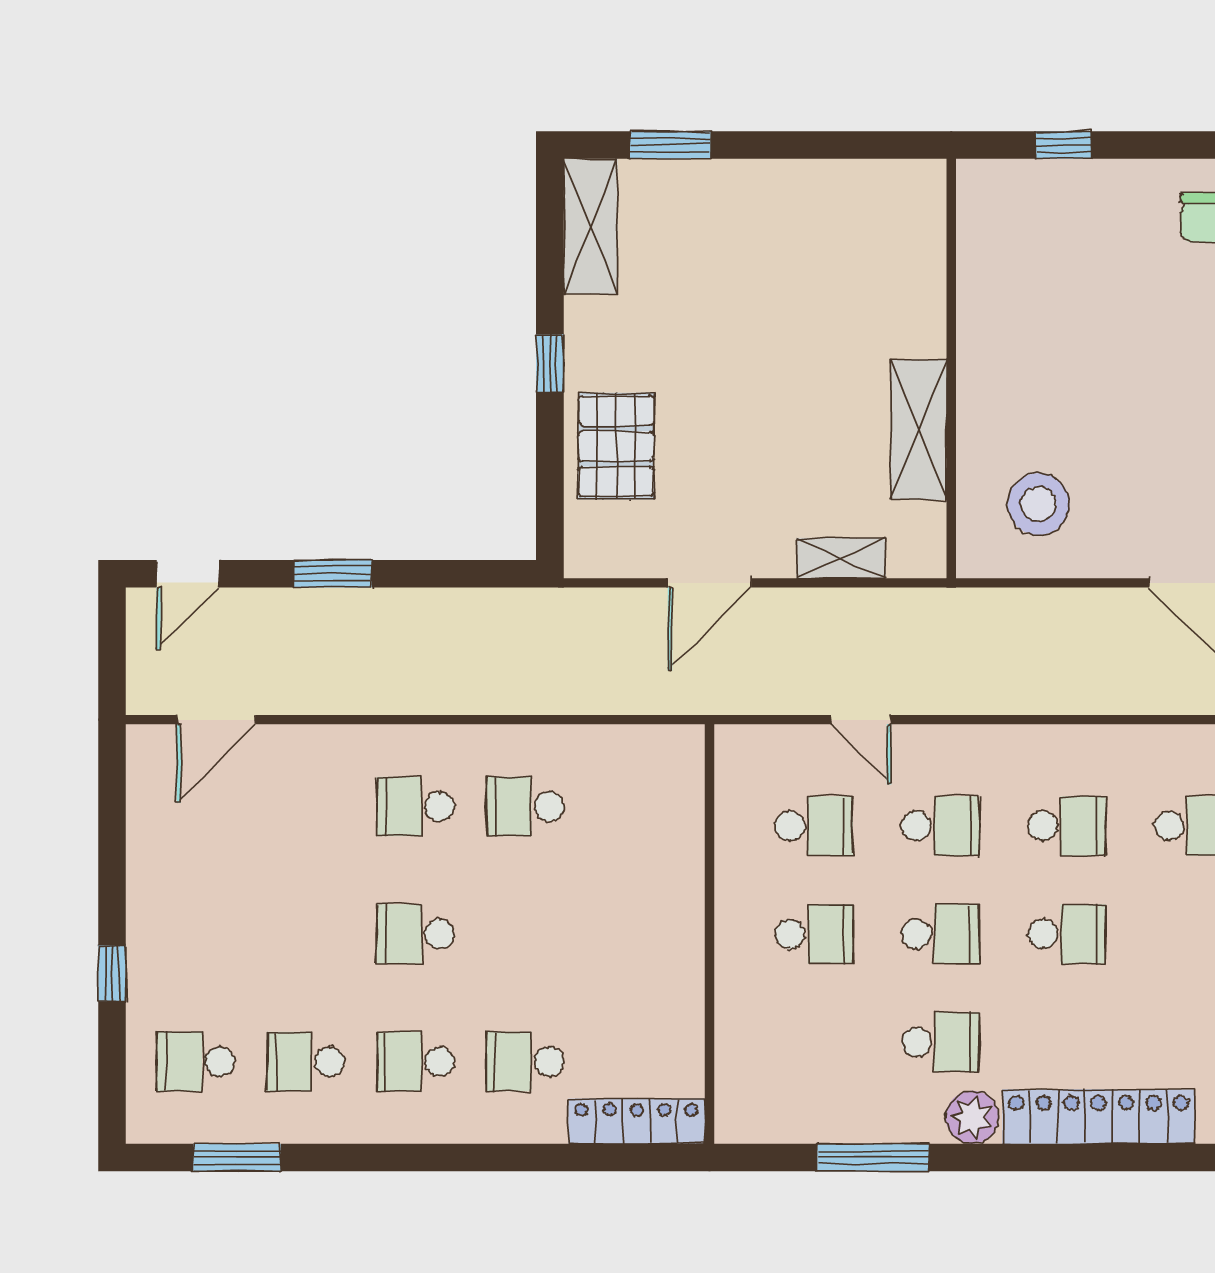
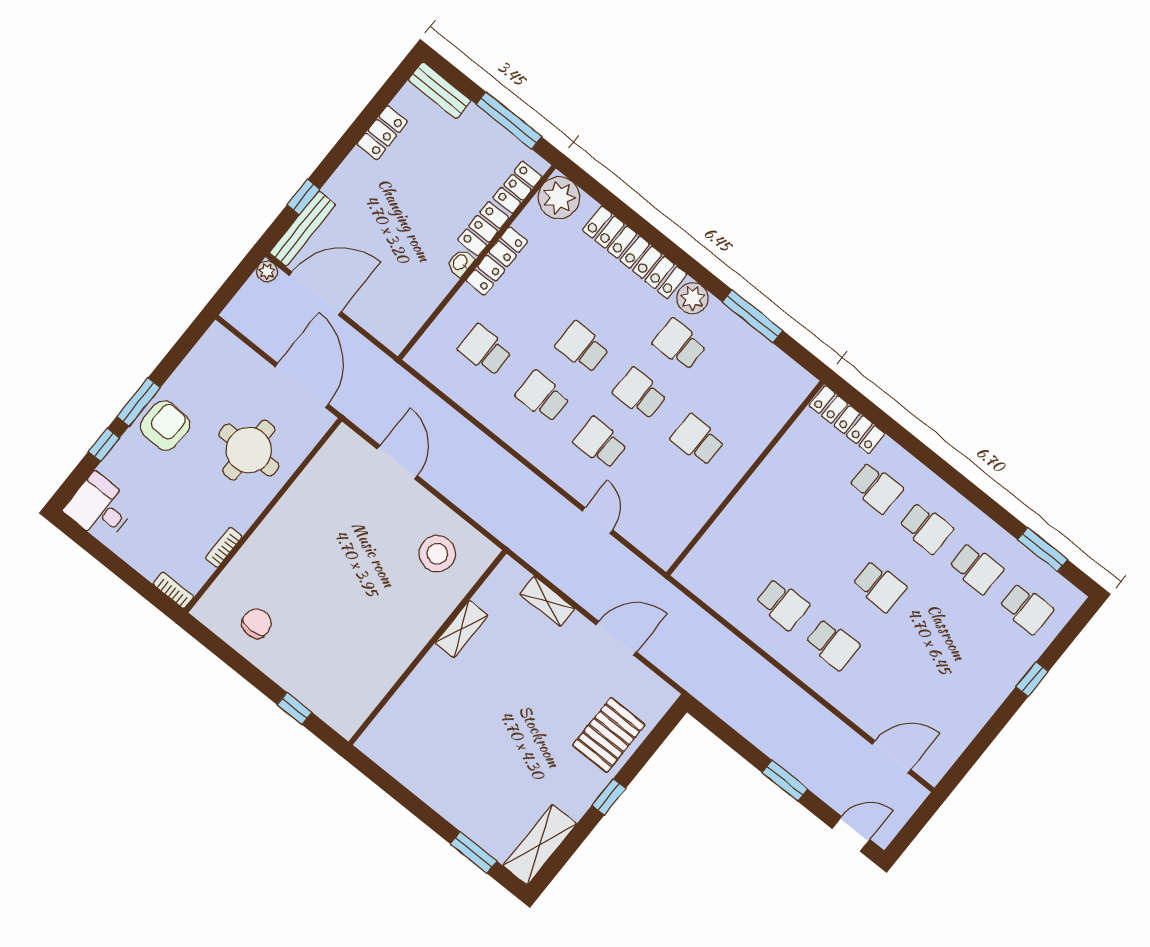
shelving: (919, 430) -> (462, 629), width x0.67, depth x0.75
school desk: (814, 826) -> (658, 489), removed

